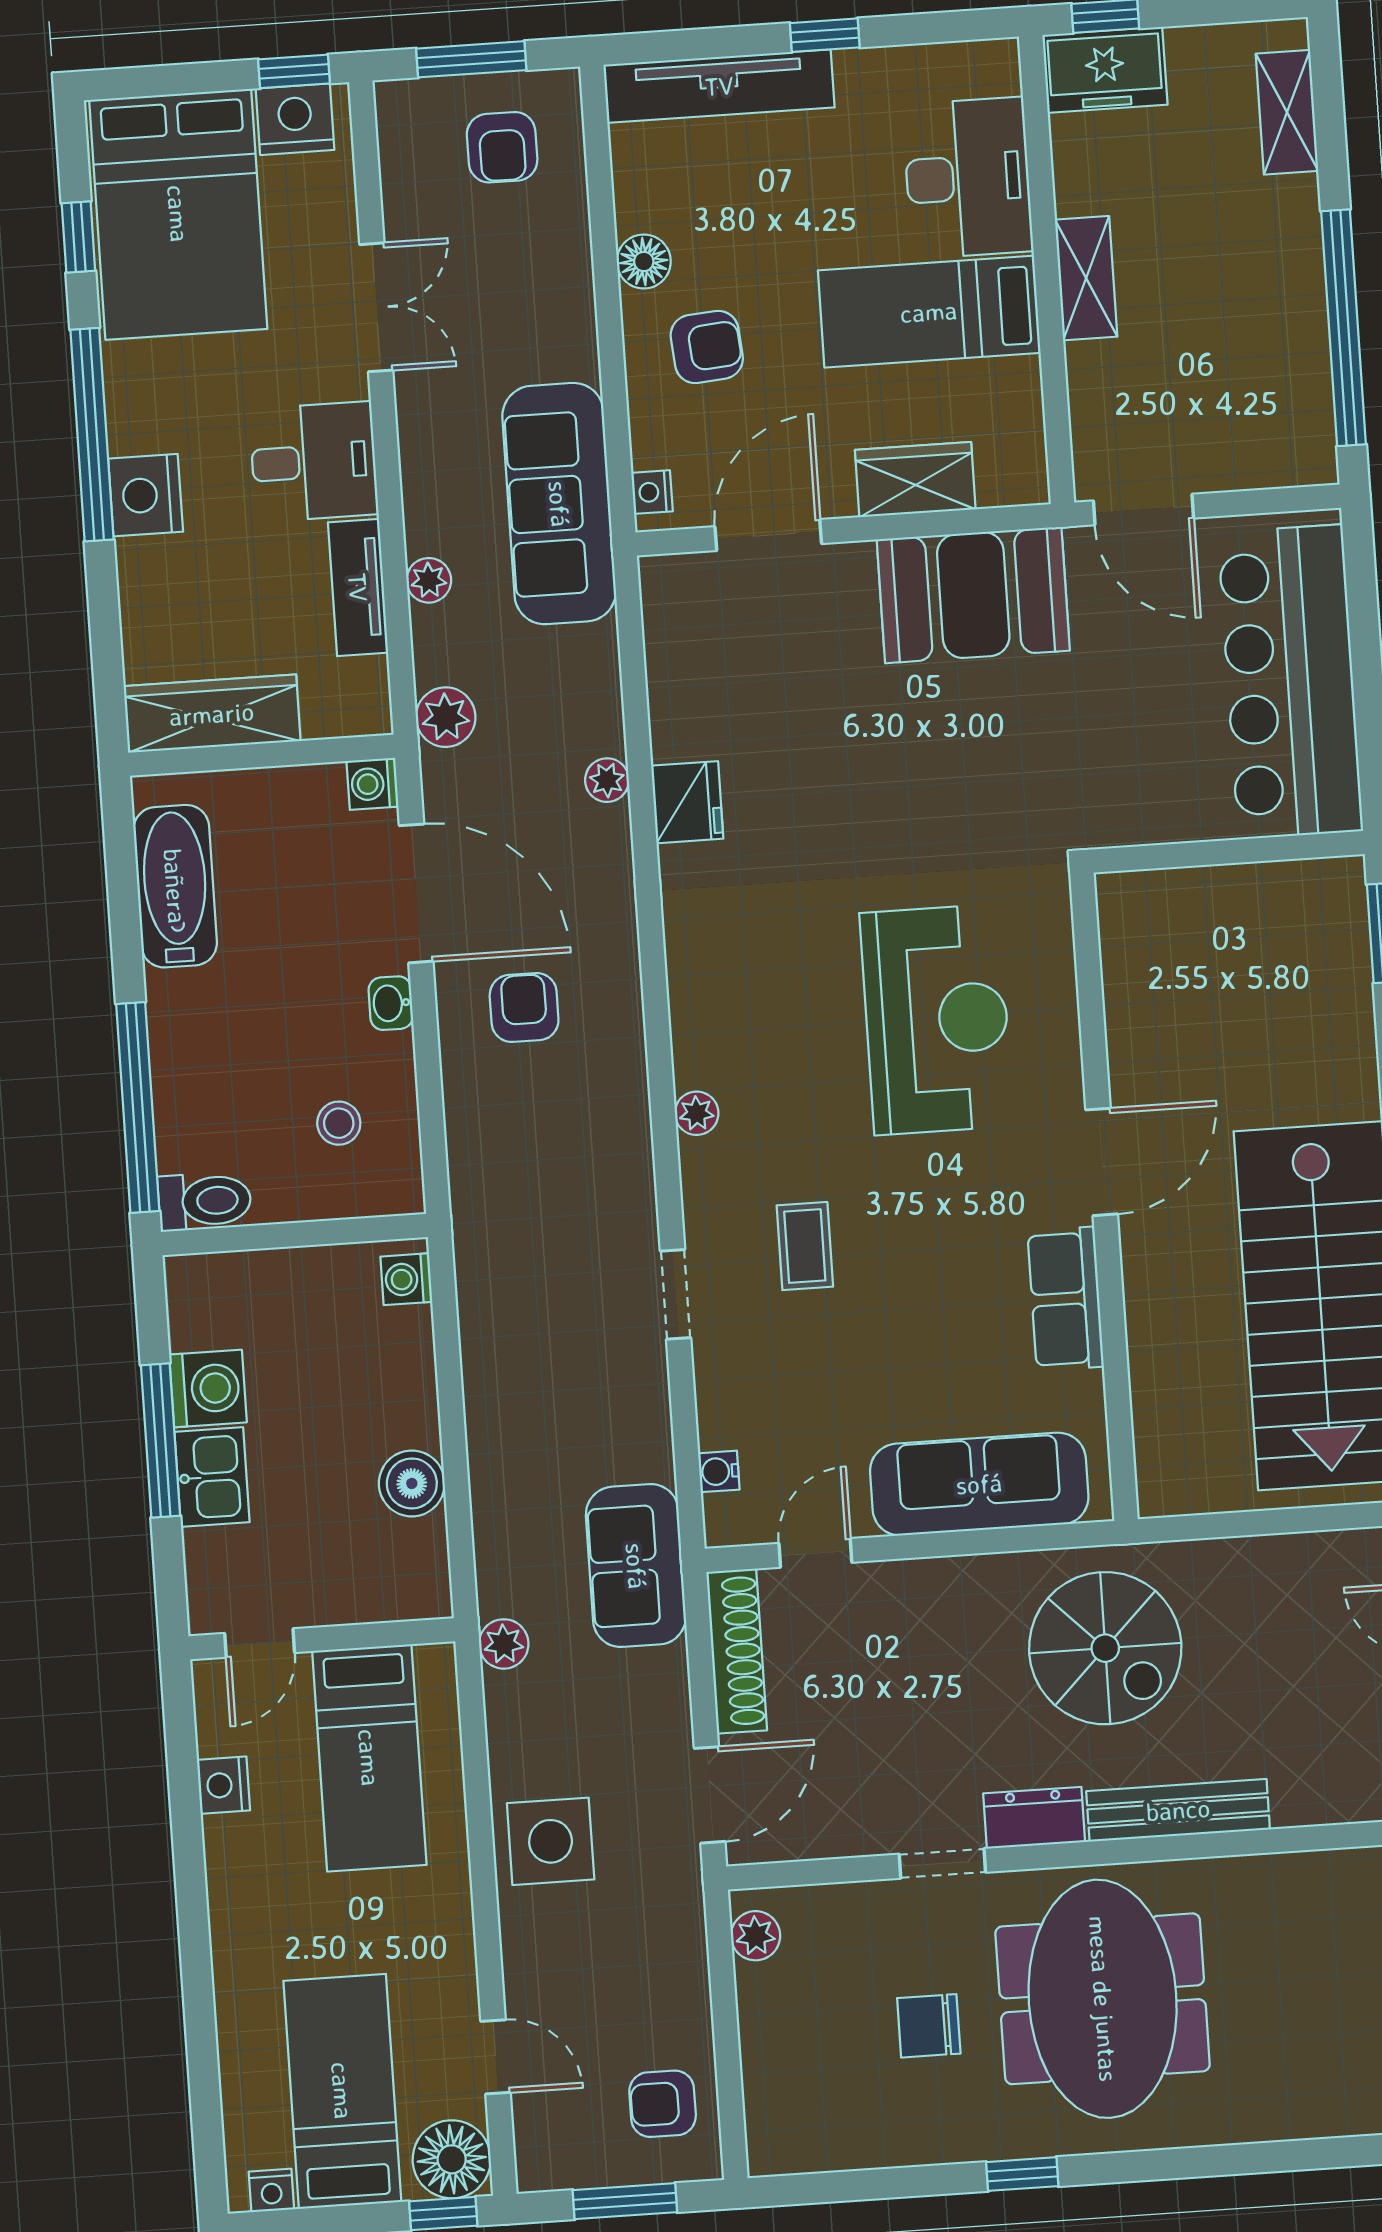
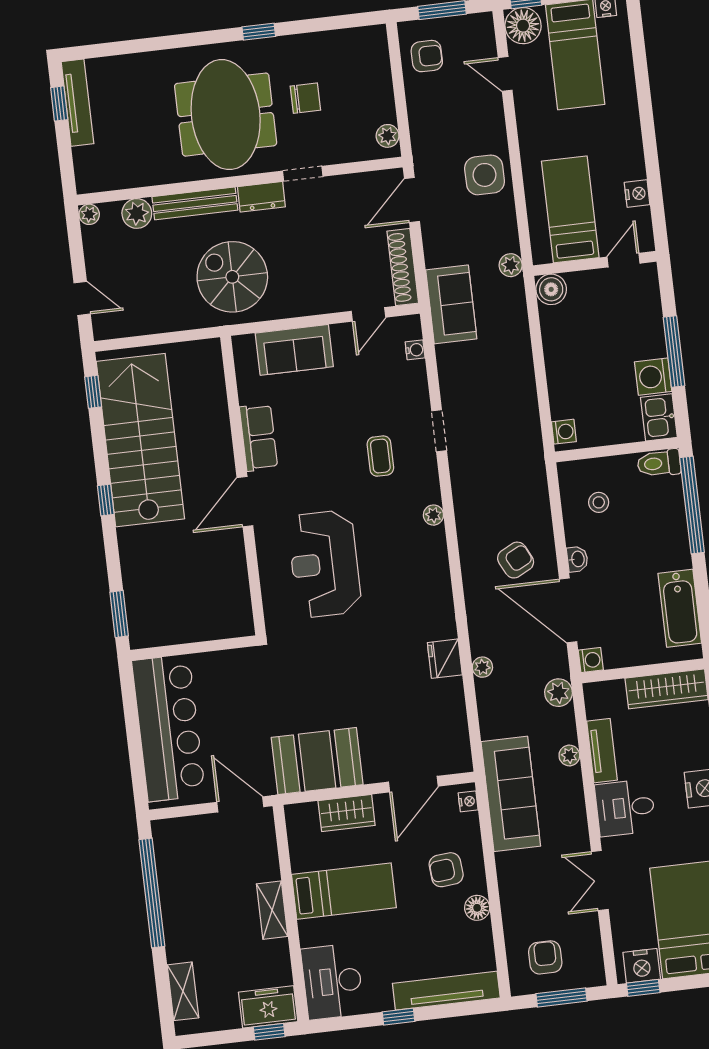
desk: (968, 178) -> (332, 981), moved
armchair: (524, 1008) -> (516, 560), turned -117
kitchen sink: (212, 1477) -> (659, 417), moved
boiler: (412, 1483) -> (551, 289), moved
sofa: (979, 1484) -> (294, 350), width x0.73
plant: (1304, 1795) -> (137, 213), added

